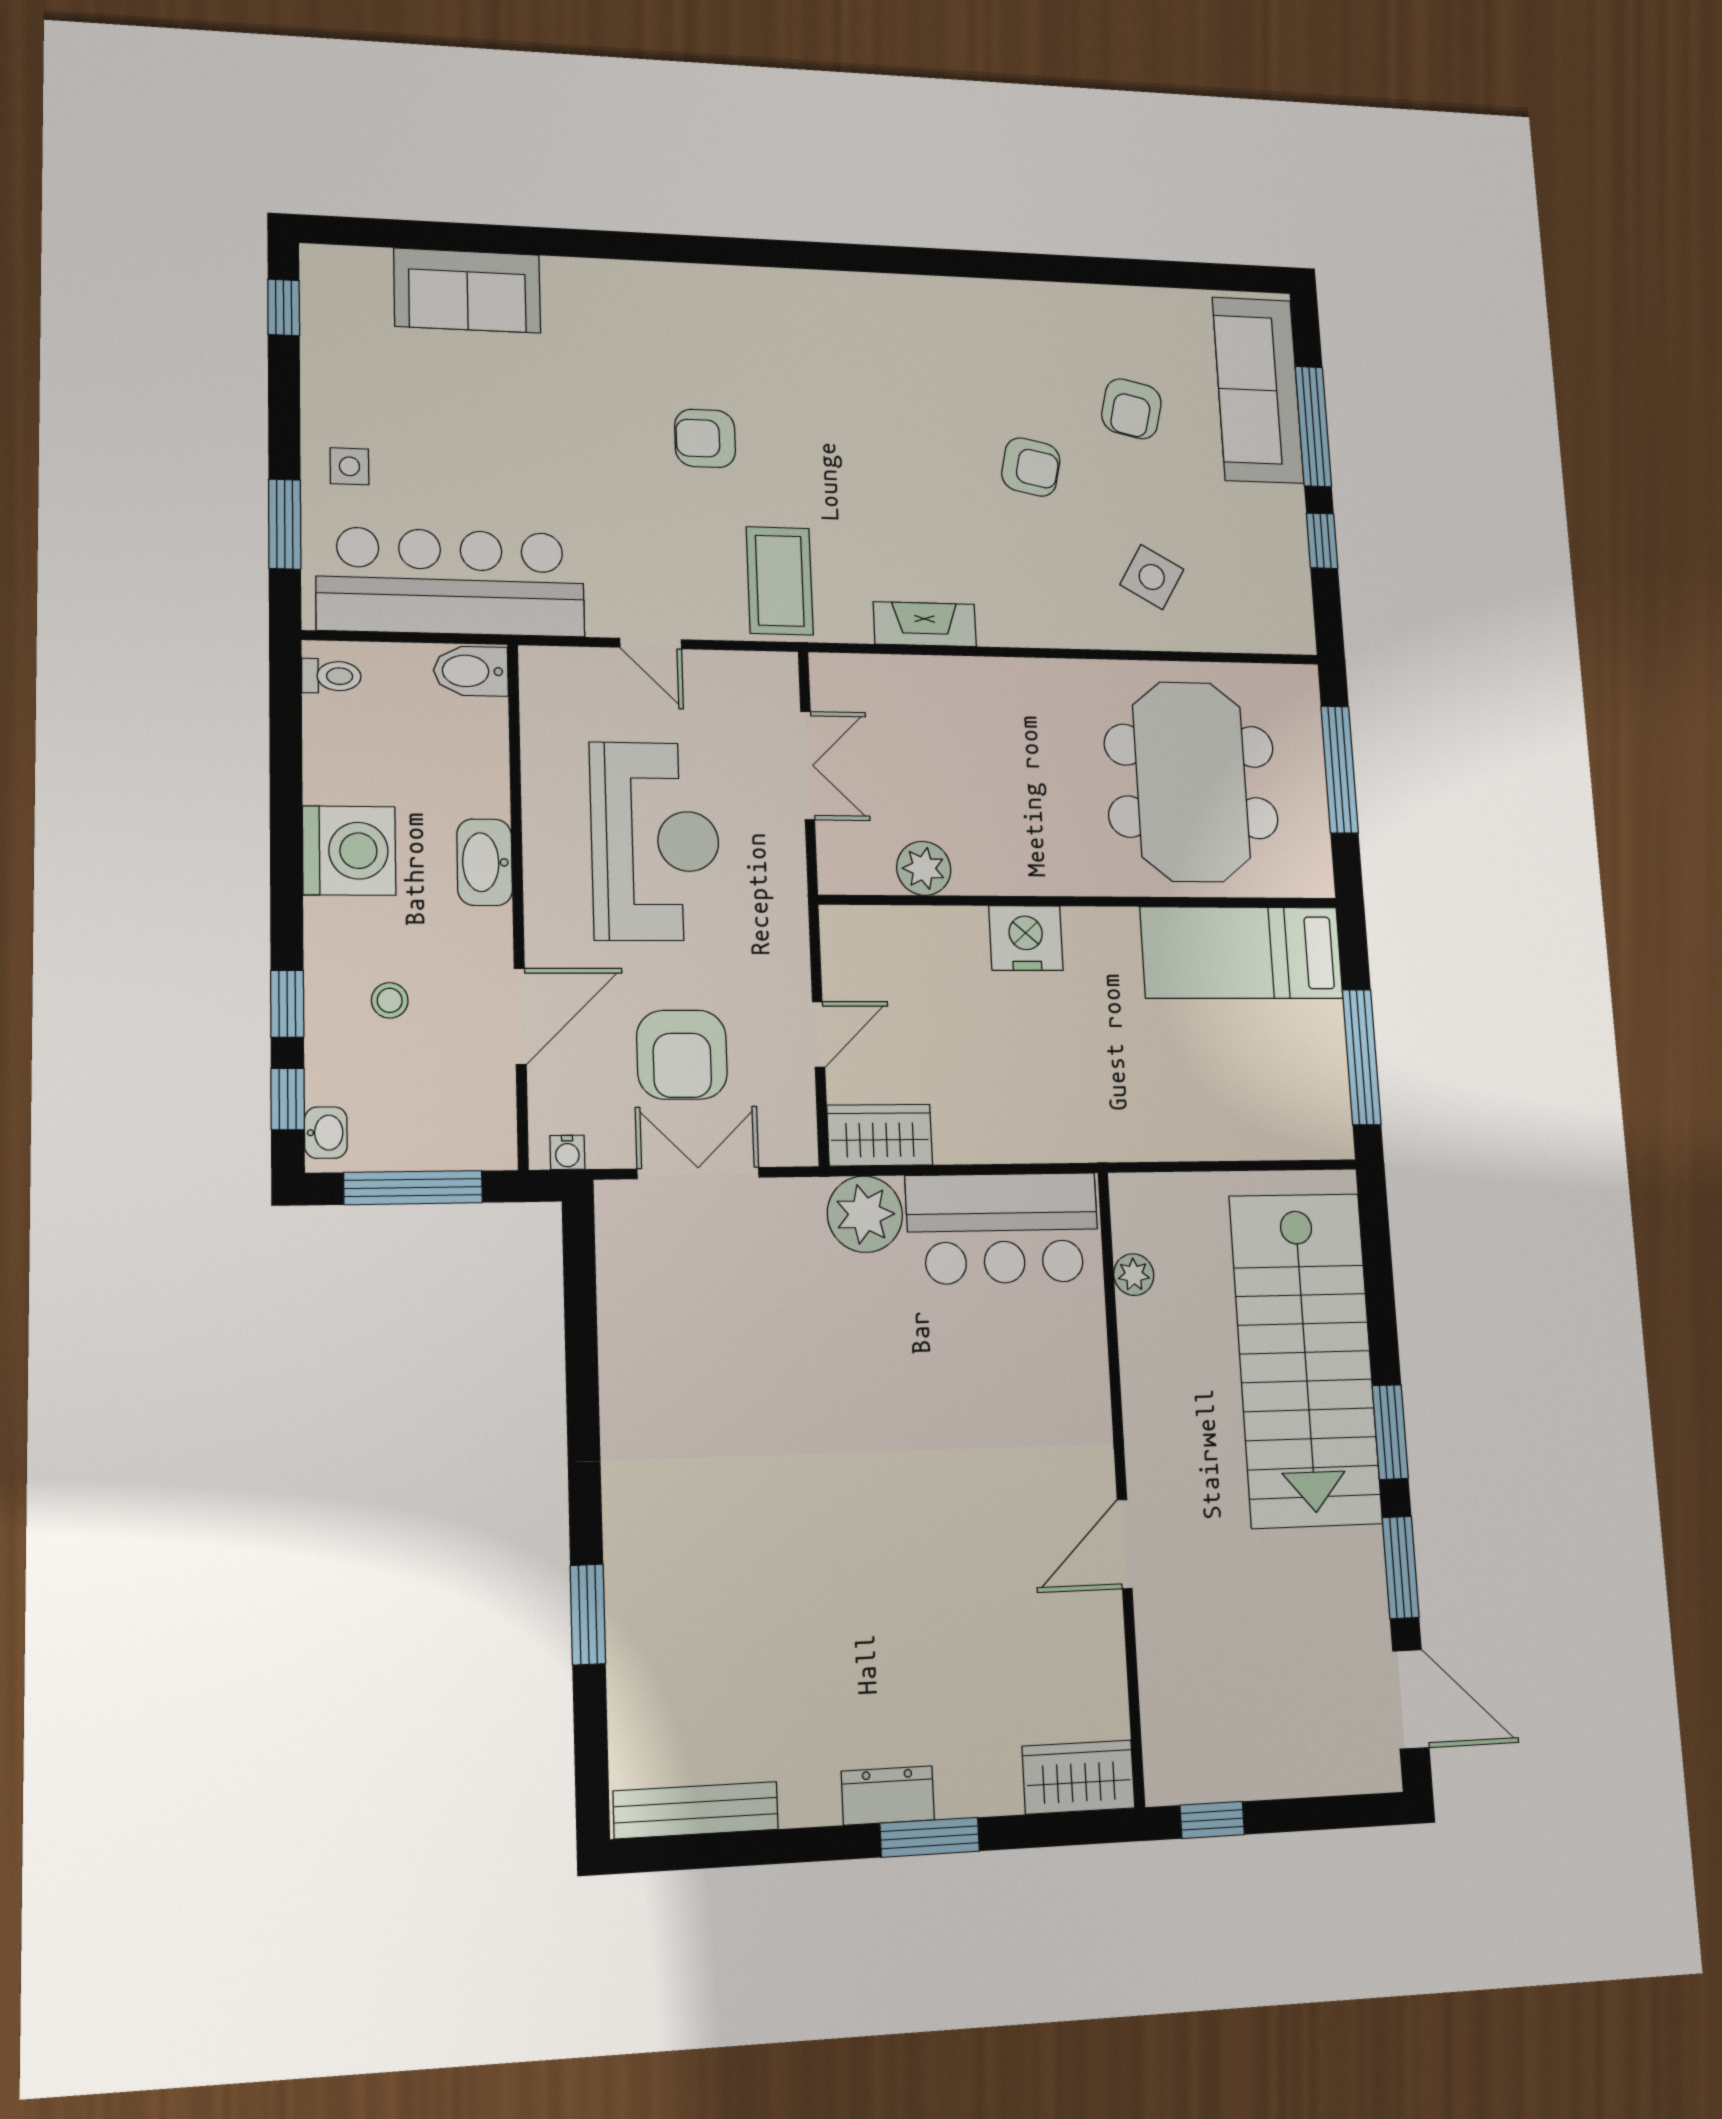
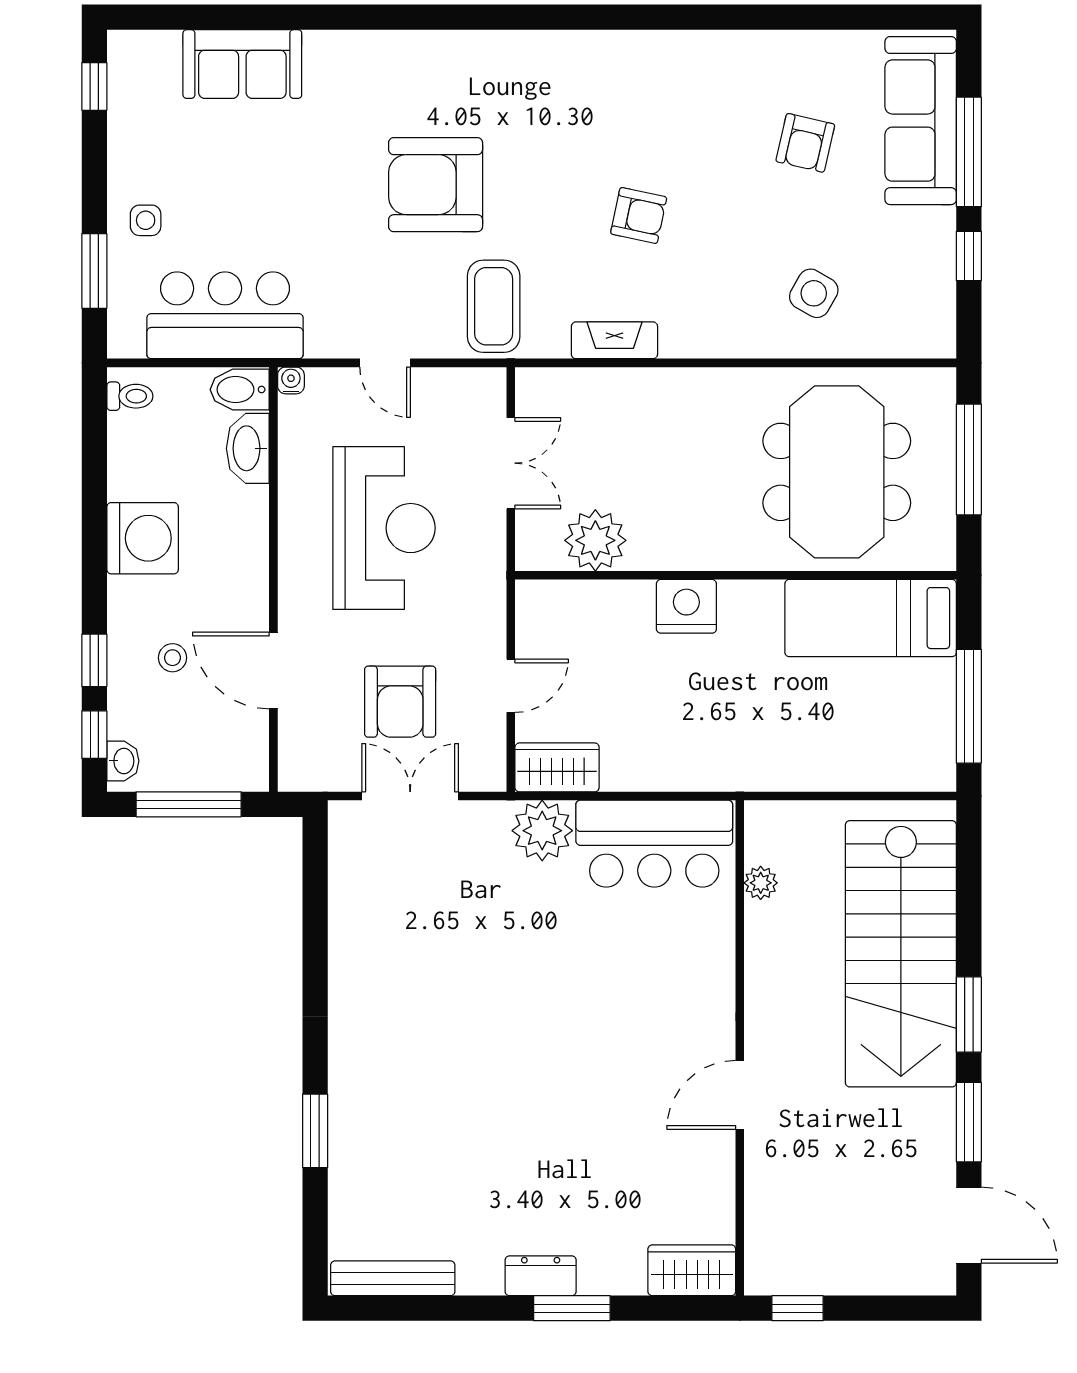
armchair: (705, 438) -> (436, 185), width x1.88, depth x1.88
armchair: (1031, 467) -> (639, 215), moved
bar counter: (451, 582) -> (225, 315), width x0.73
washbasin: (485, 862) -> (248, 448), moved
plant: (924, 868) -> (595, 540), width x1.36, depth x1.36
door: (520, 1016) -> (273, 670), swing flipped
water cooler: (567, 1152) -> (291, 380), moved, turned 180

